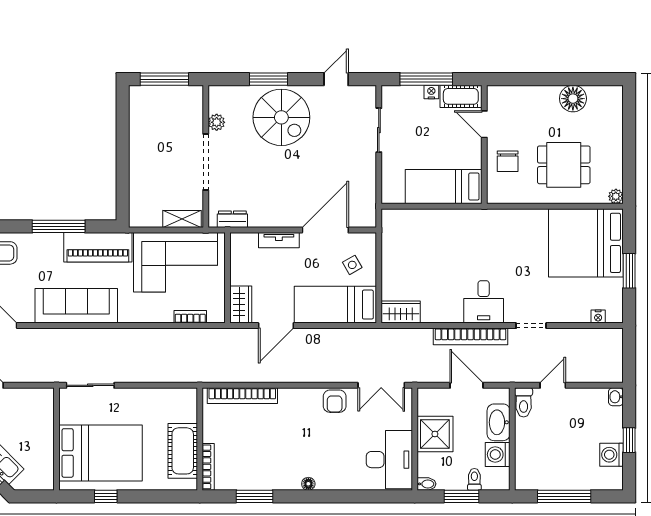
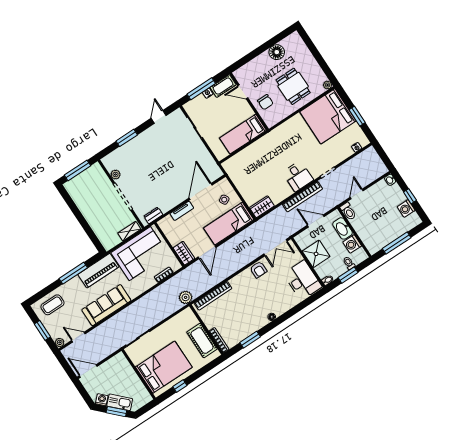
spiral stairs: (281, 117) -> (145, 152), removed
dining table: (564, 165) -> (293, 86), turned 90
plant: (200, 371) -> (186, 297), added

